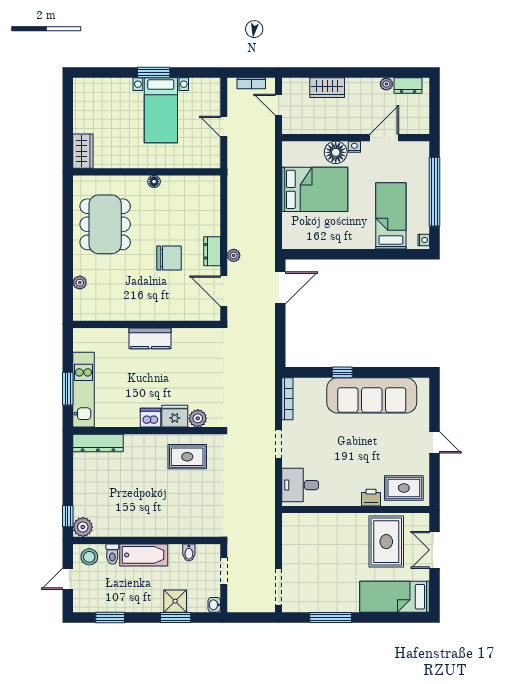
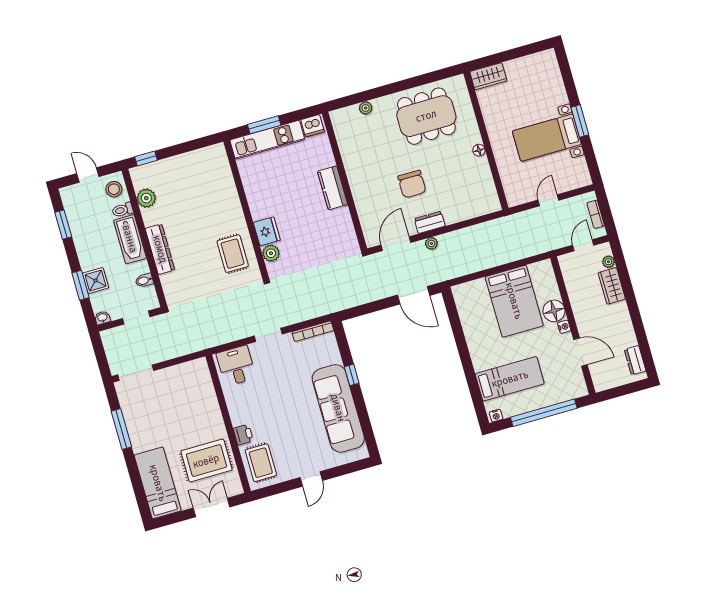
plant: (386, 84) -> (608, 262), moved
dishwasher: (150, 418) -> (313, 126), moved, turned 90
dresser: (98, 443) -> (160, 249), moved, turned 180
plant: (83, 527) -> (146, 198), moved

